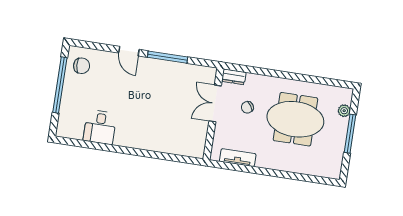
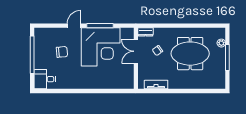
door: (129, 51) -> (74, 26), swing flipped
chair: (82, 66) -> (62, 52), moved
corner desk: (164, 89) -> (101, 47), added
desk: (100, 127) -> (45, 79), moved, turned 90

